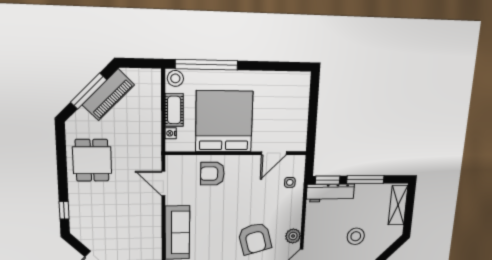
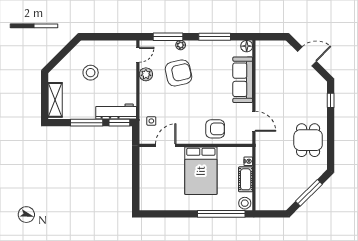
piano: (108, 95) -> (295, 190), removed
bed: (224, 122) -> (201, 171), width x0.73
armchair: (255, 239) -> (178, 73), turned 92

